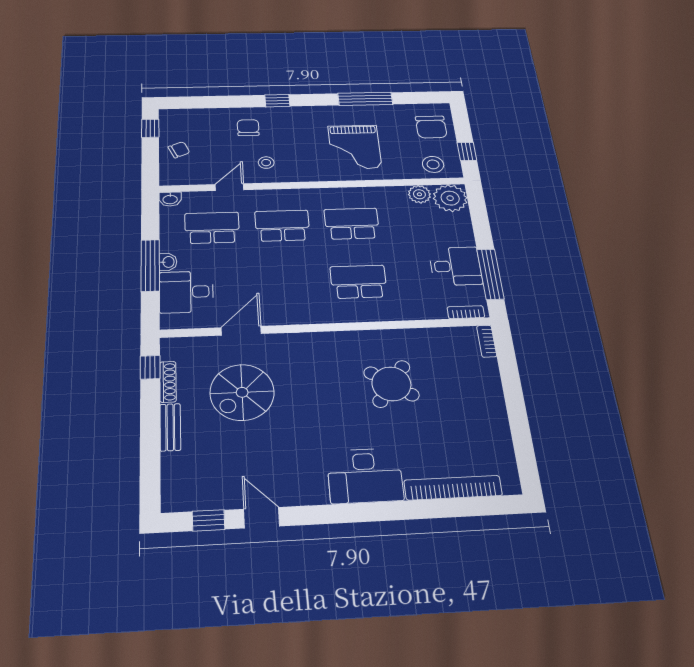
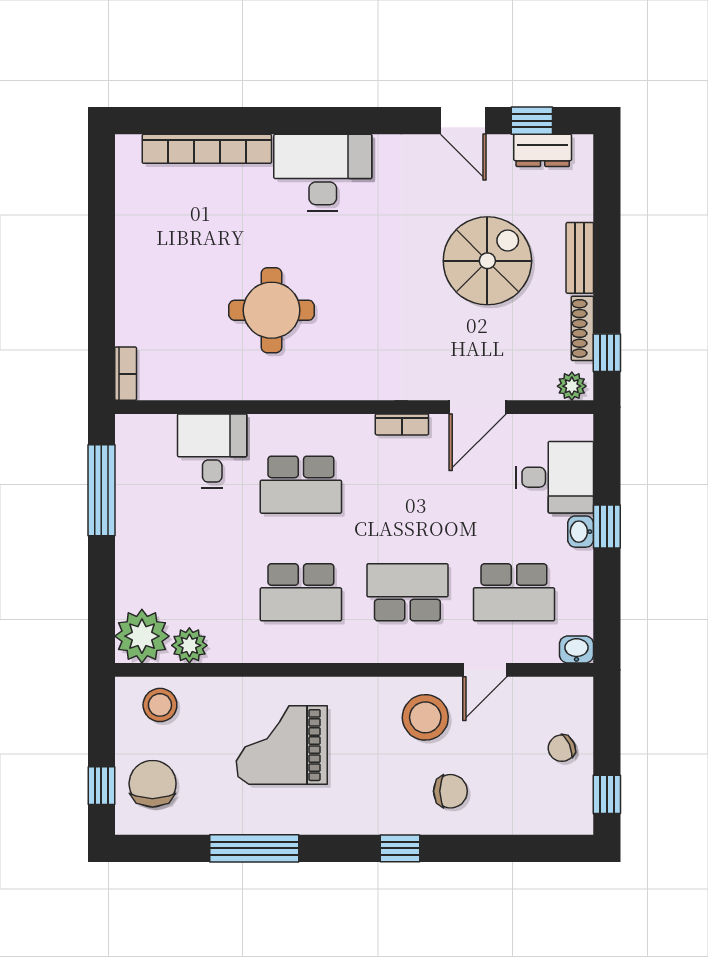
chair: (248, 128) -> (450, 791), turned -90
grand piano: (355, 147) -> (282, 745), turned -90
window: (467, 151) -> (101, 786), moved
stool: (266, 163) -> (425, 717), width x1.89, depth x1.89
school desk: (282, 226) -> (407, 592), turned 180
window: (150, 265) -> (607, 527), width x0.46
desk: (455, 266) -> (212, 451), moved, turned 90
bookcase: (466, 312) -> (402, 424), moved
plant: (175, 346) -> (572, 386), added
round table: (391, 384) -> (272, 310), turned -35
spiral stairs: (242, 392) -> (487, 261), moved
dresser: (200, 499) -> (543, 150), added

